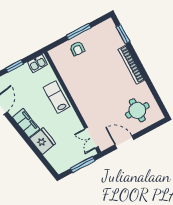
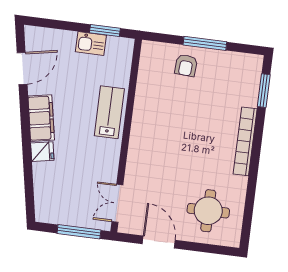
kitchen sink: (37, 63) -> (91, 44), moved
window: (14, 66) -> (105, 31), moved
fridge: (43, 141) -> (42, 152), width x0.53, depth x0.75

